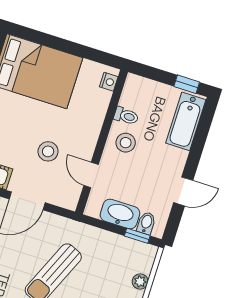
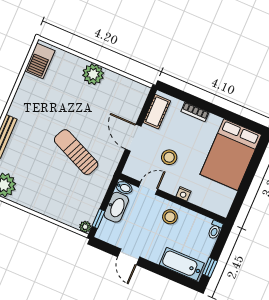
nightstand: (109, 82) -> (183, 194), moved
toilet: (126, 116) -> (215, 230), moved
bidet: (146, 223) -> (124, 188), moved
plant: (140, 282) -> (85, 227), moved

